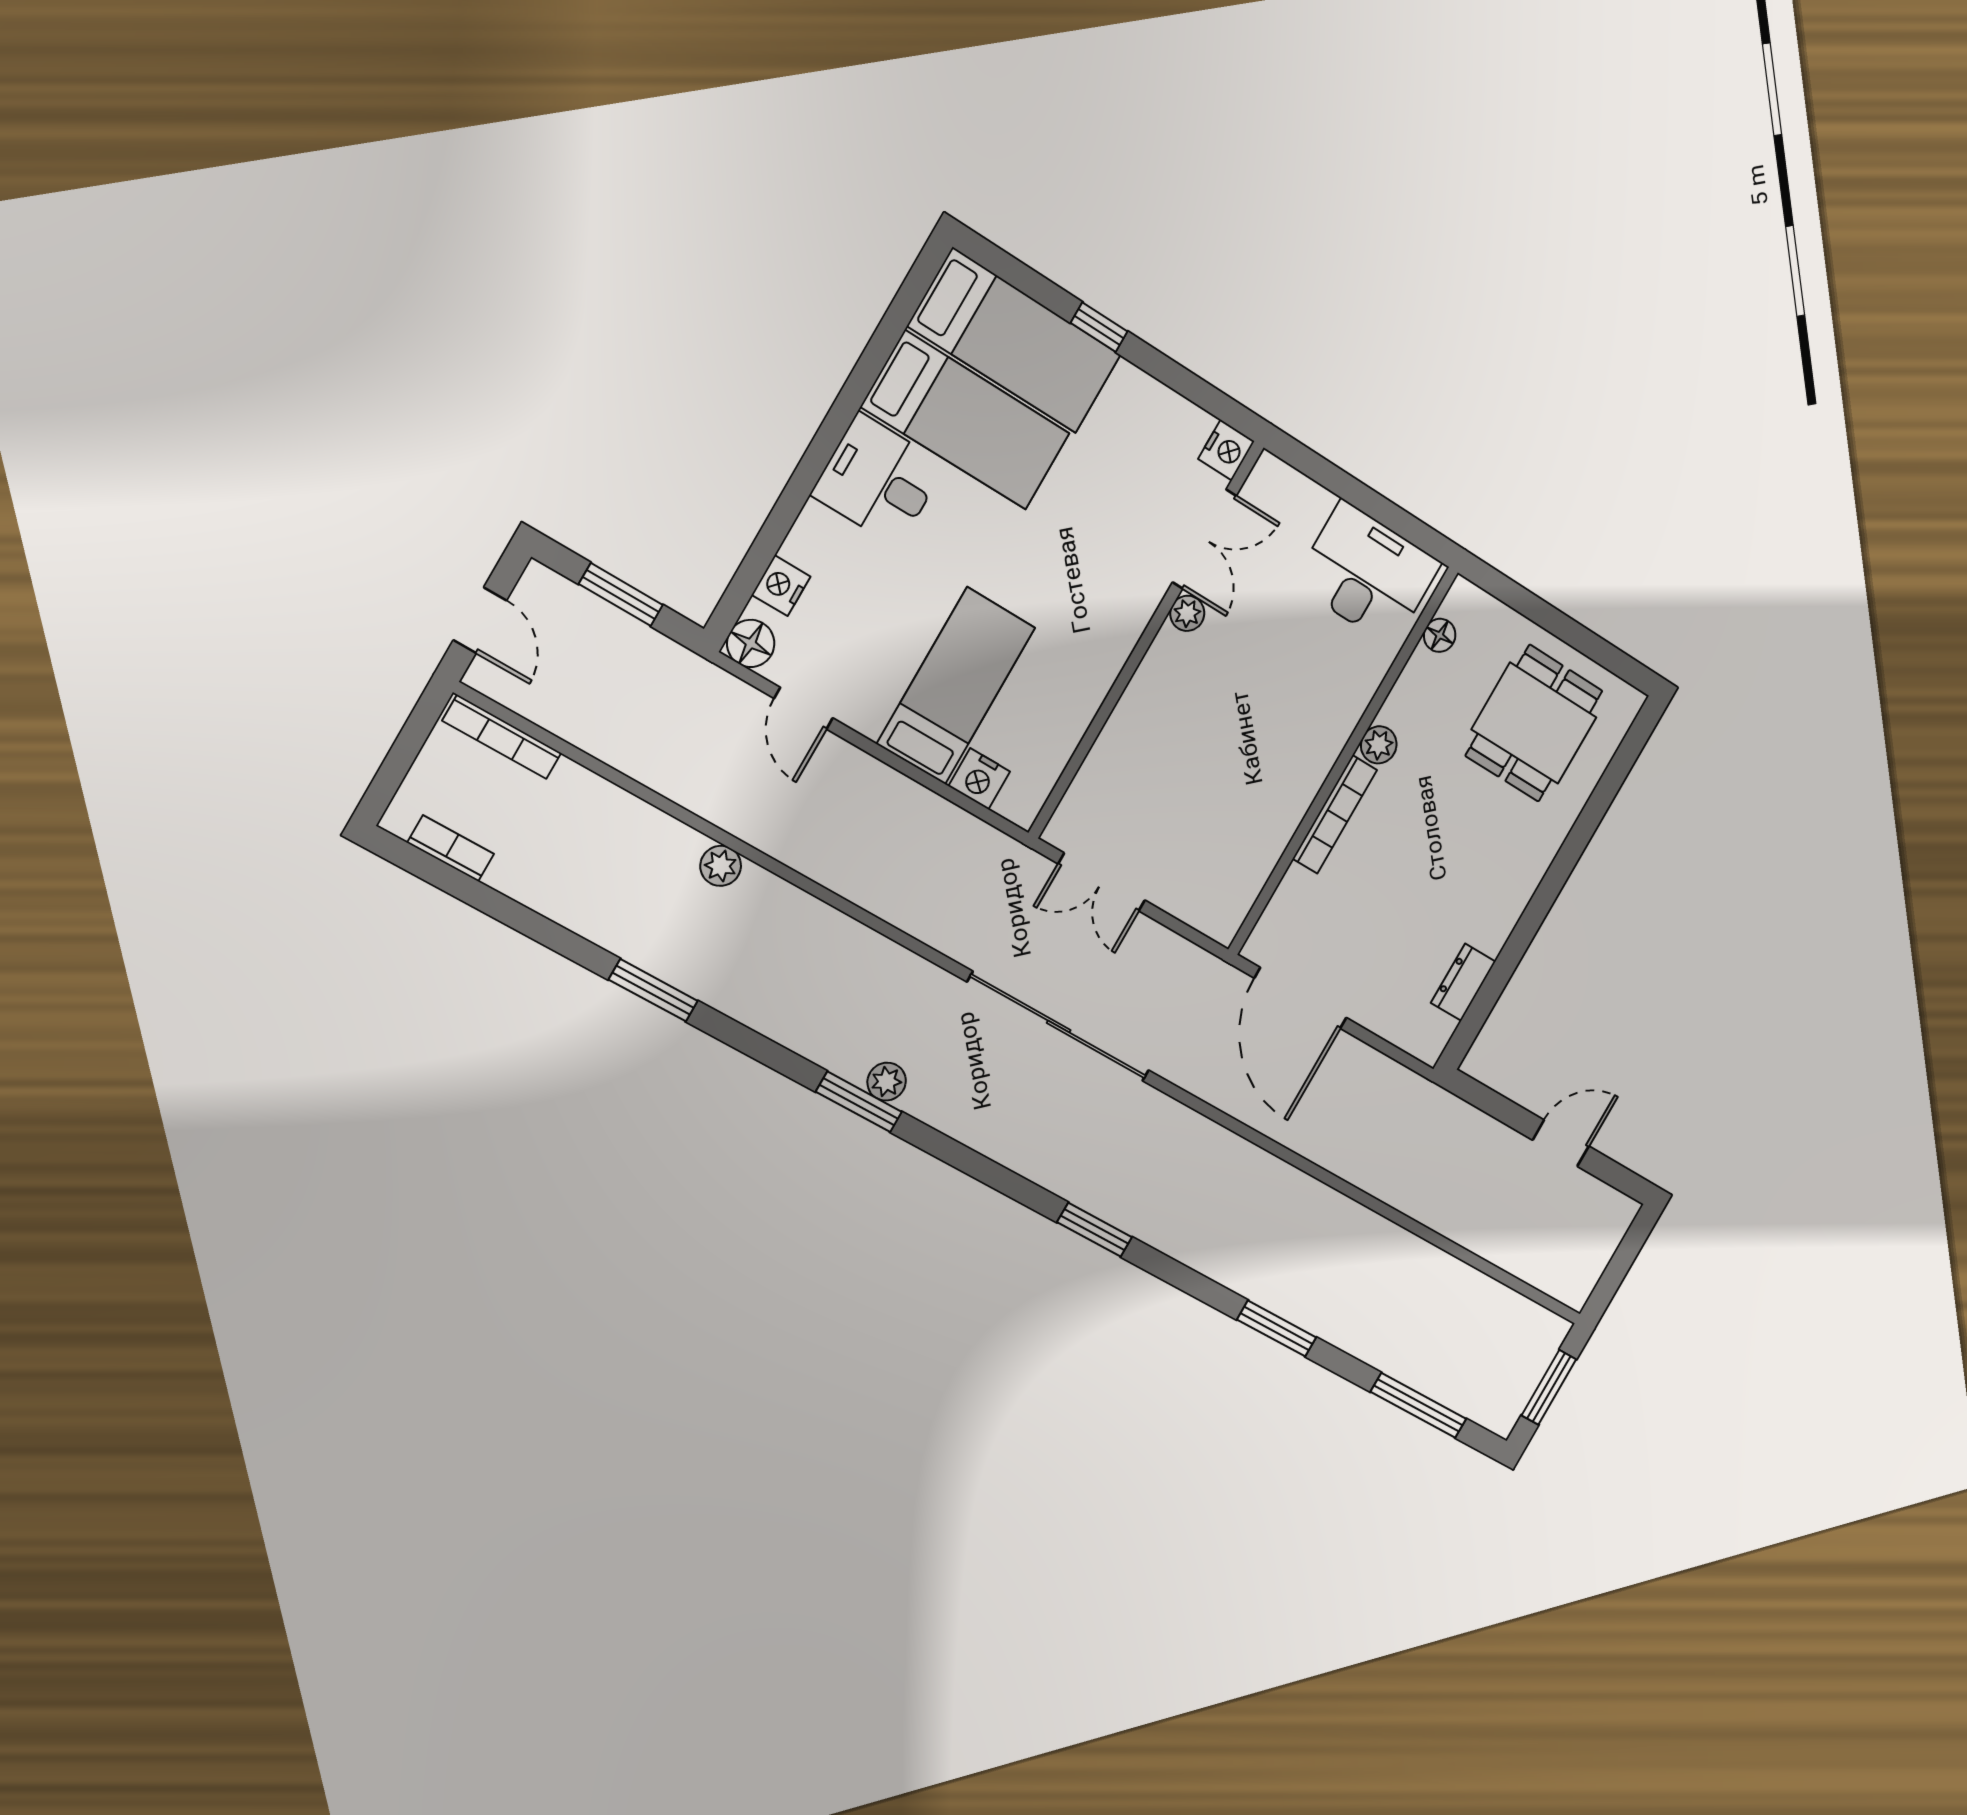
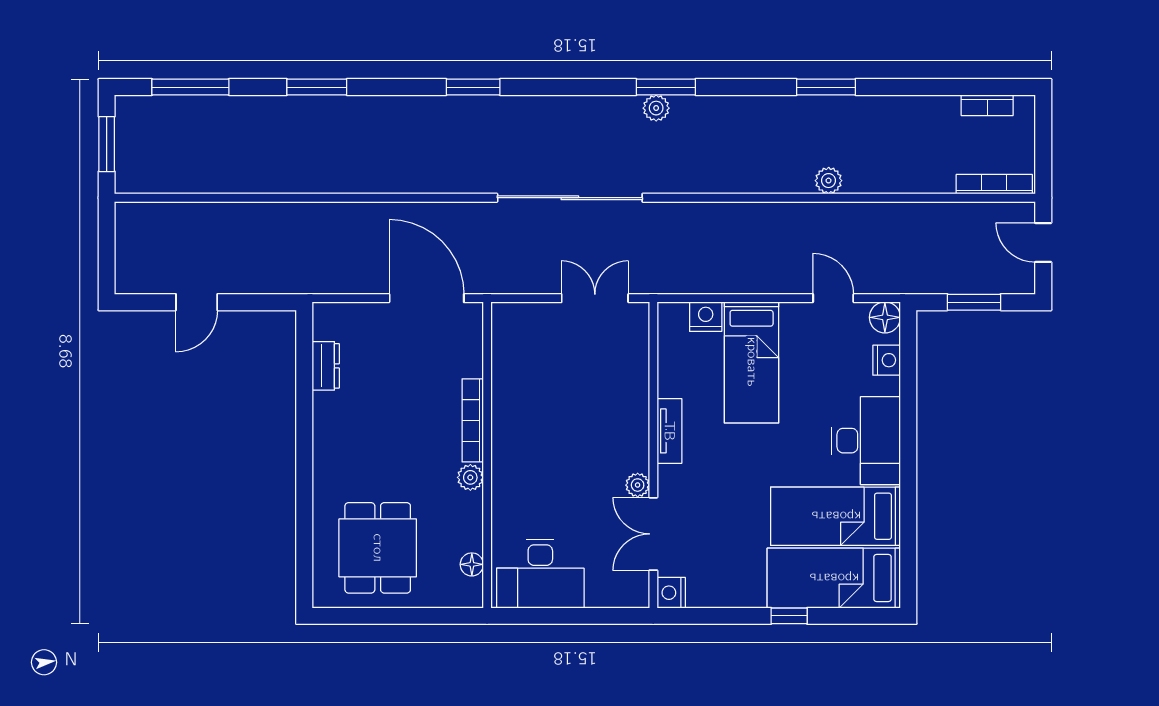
desk: (878, 480) -> (866, 441), width x1.37
tv unit: (1109, 659) -> (669, 431), added

